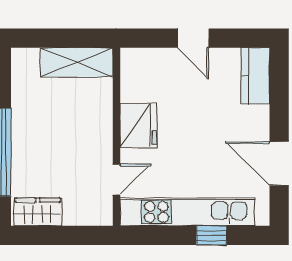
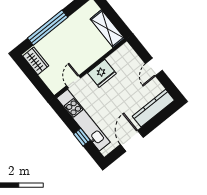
kitchen counter: (256, 76) -> (153, 108), width x1.50
door: (116, 179) -> (74, 82), swing flipped

